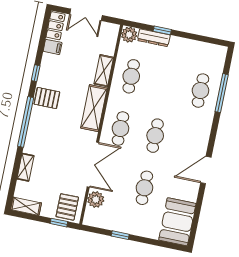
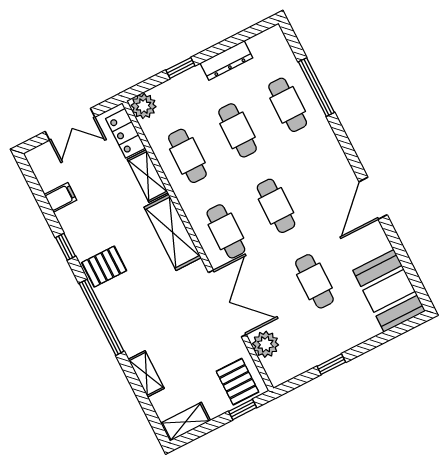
locker: (56, 26) -> (125, 133), moved, turned 180
dresser: (154, 38) -> (226, 61), moved
cafe table: (166, 83) -> (238, 130), added

